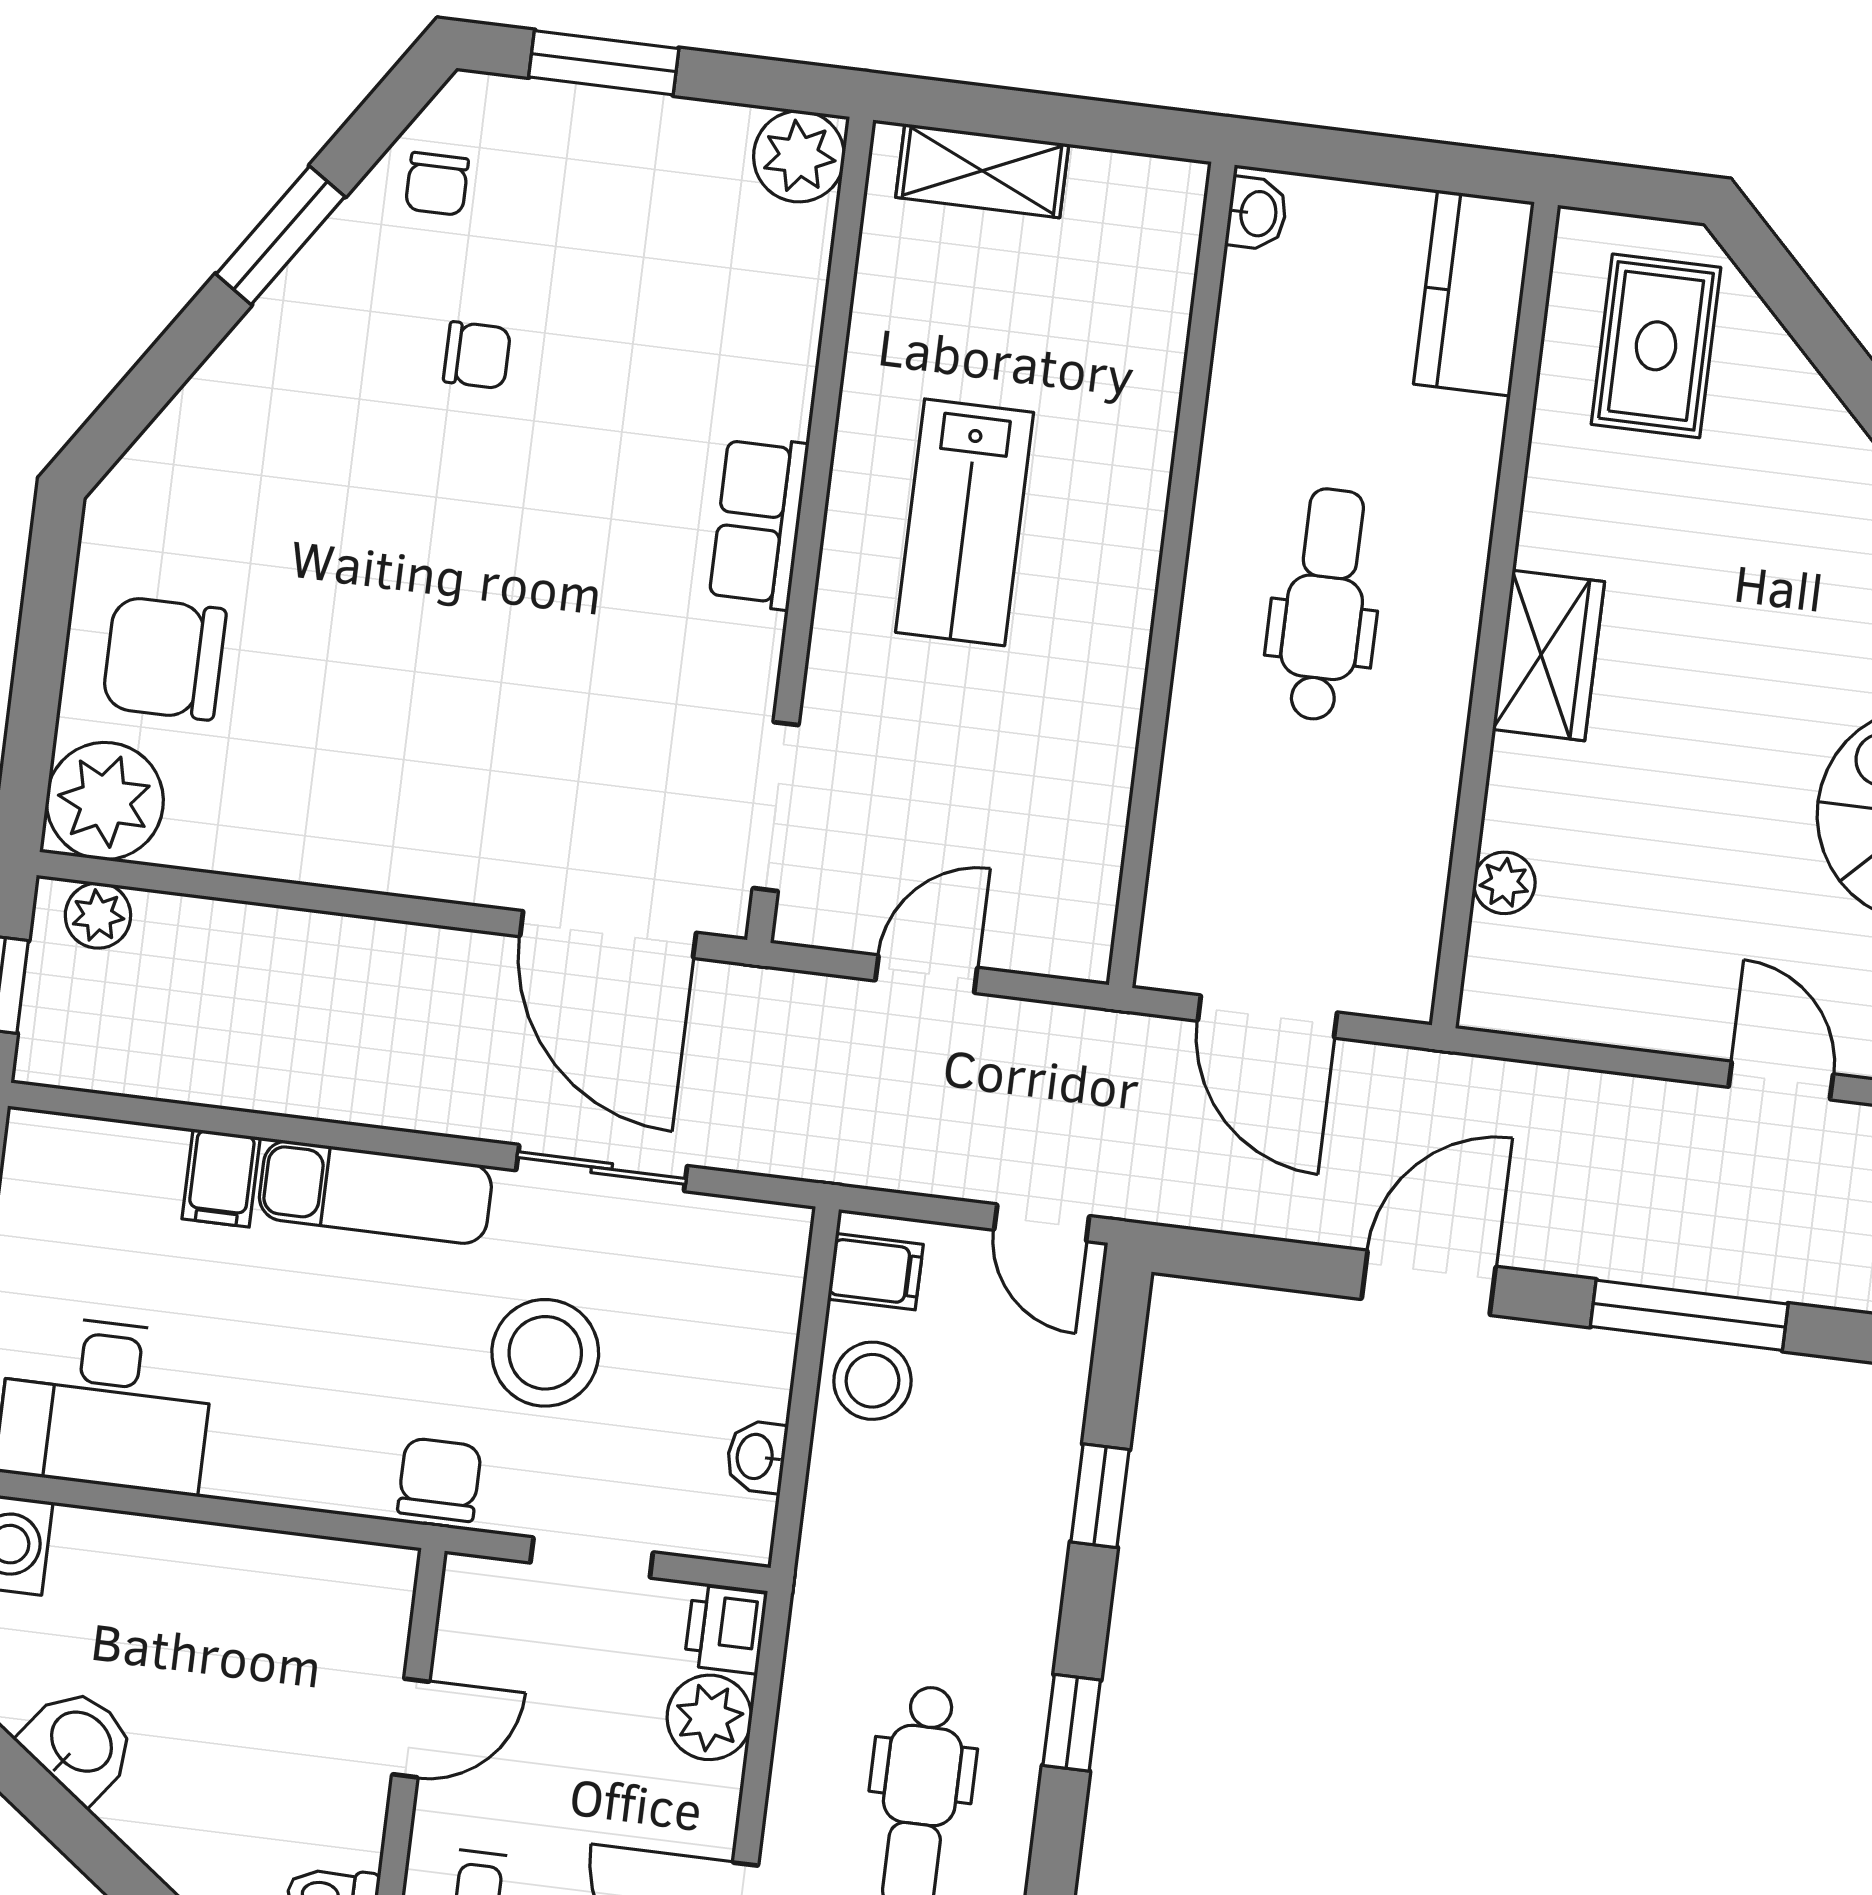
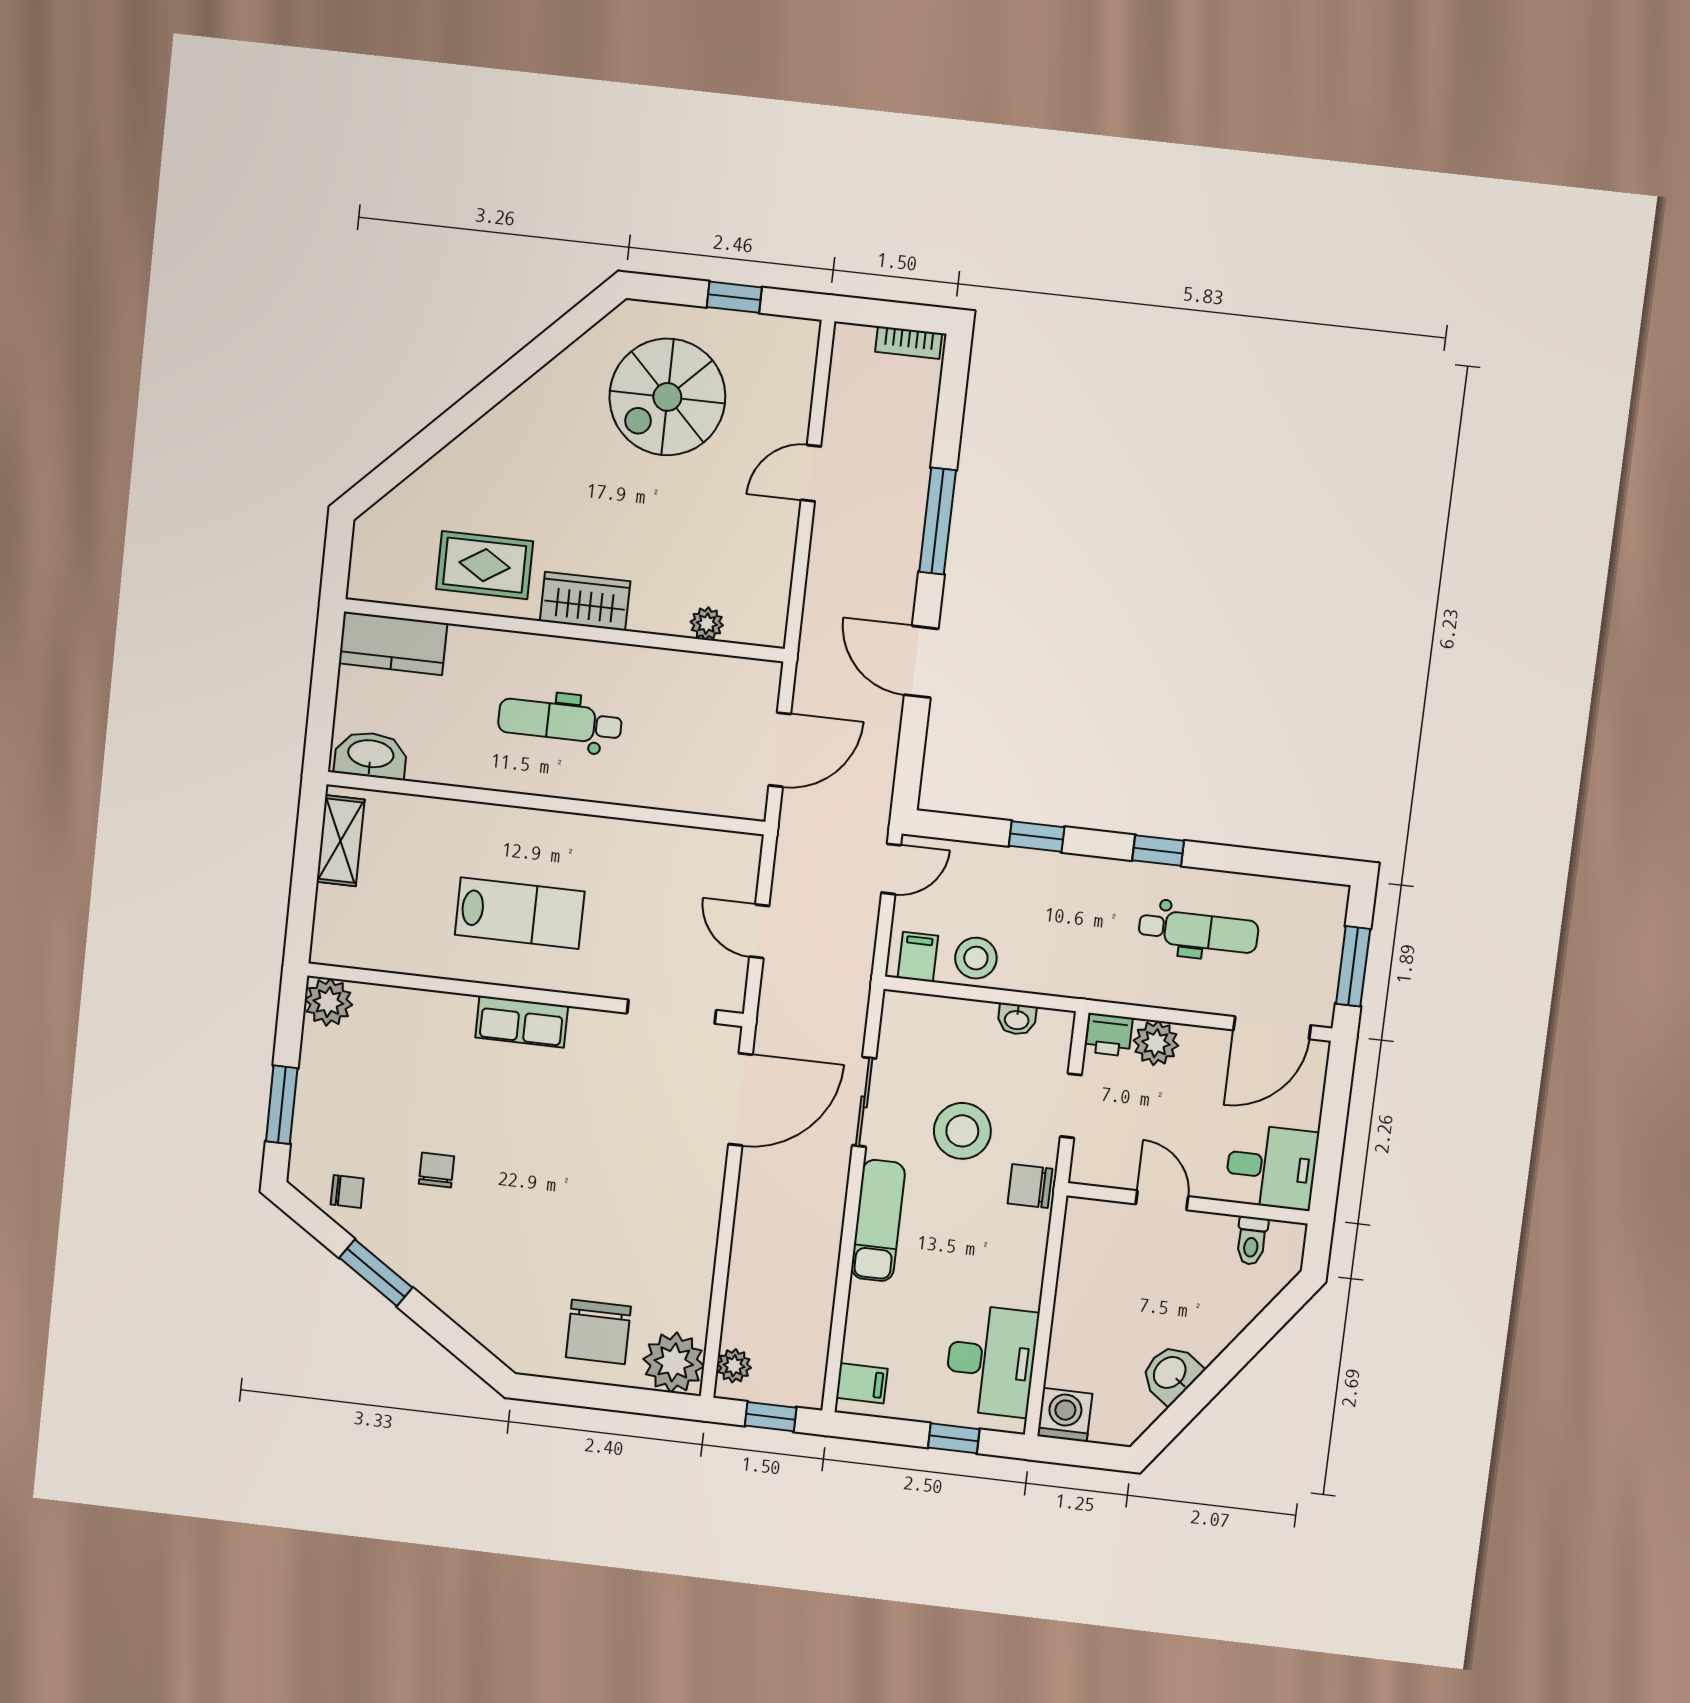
shelving: (982, 171) -> (341, 841), moved
washbasin: (1257, 213) -> (371, 755), width x1.91, depth x1.45
rug: (1656, 346) -> (485, 565), moved
filing cabinet: (221, 1178) -> (862, 1383), moved

